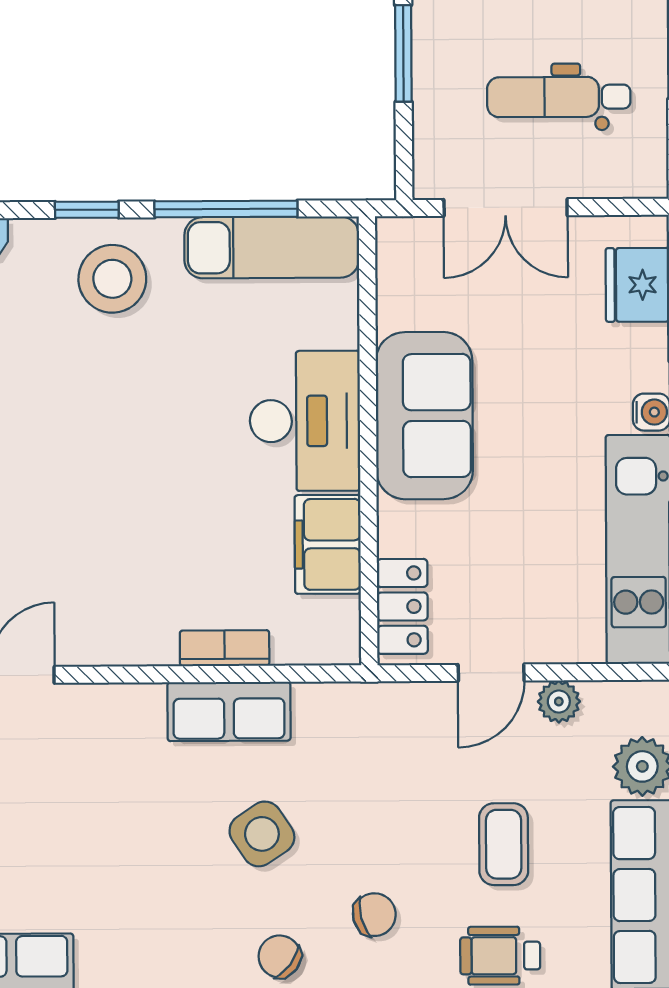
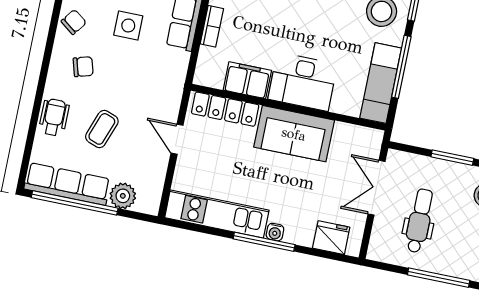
locker: (402, 606) -> (225, 109), width x1.53
plant: (559, 702) -> (158, 166), removed
side table: (262, 834) -> (128, 26), turned 34
coffee table: (504, 844) -> (102, 129), turned -70
chair: (374, 915) -> (83, 67), turned -91

